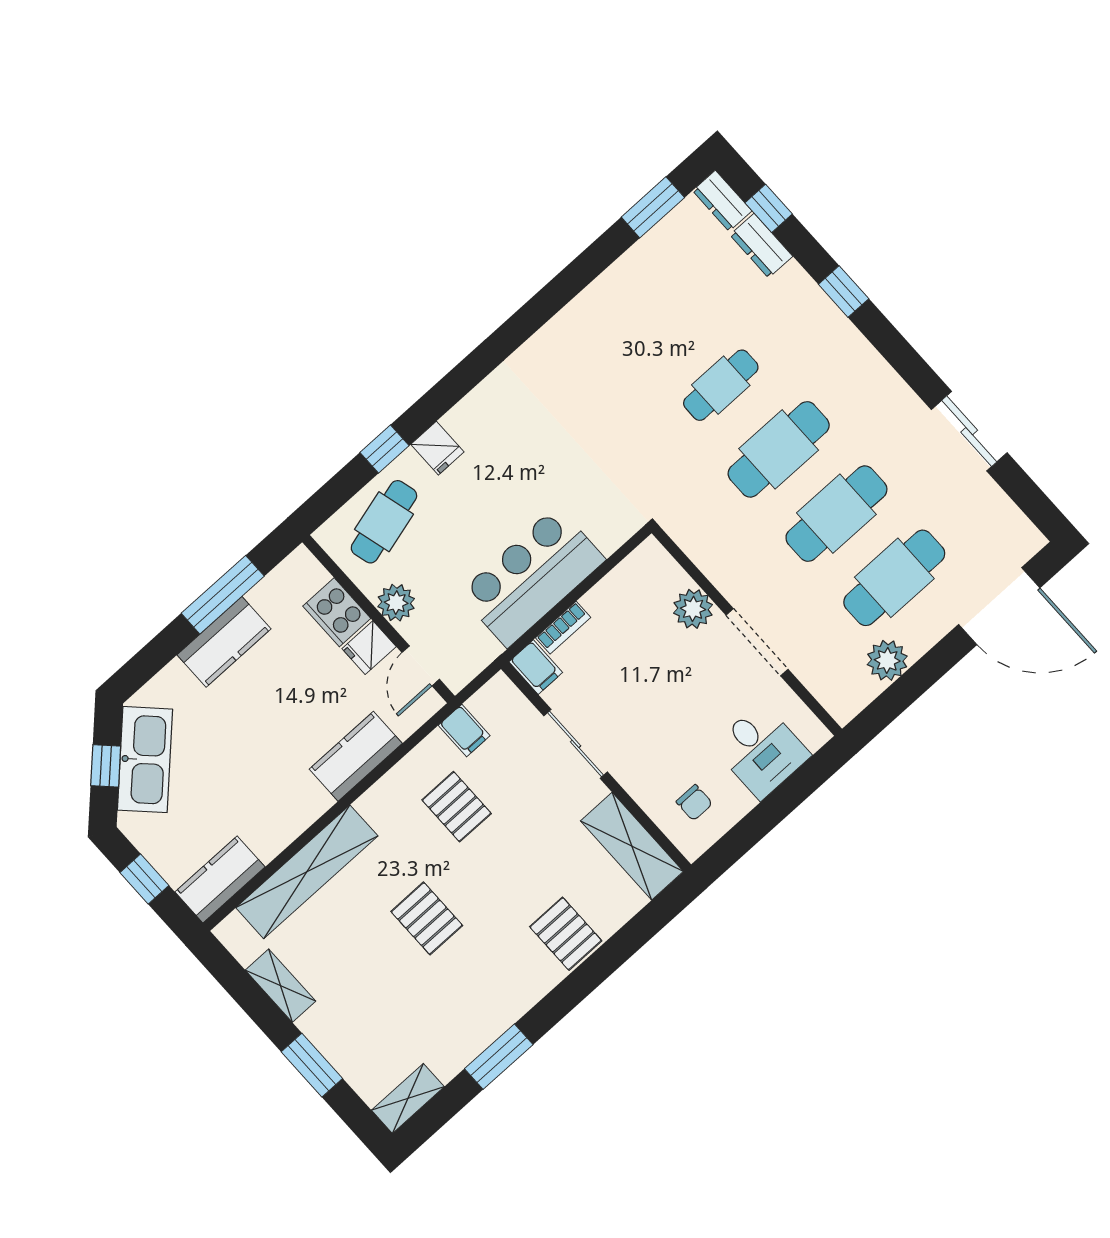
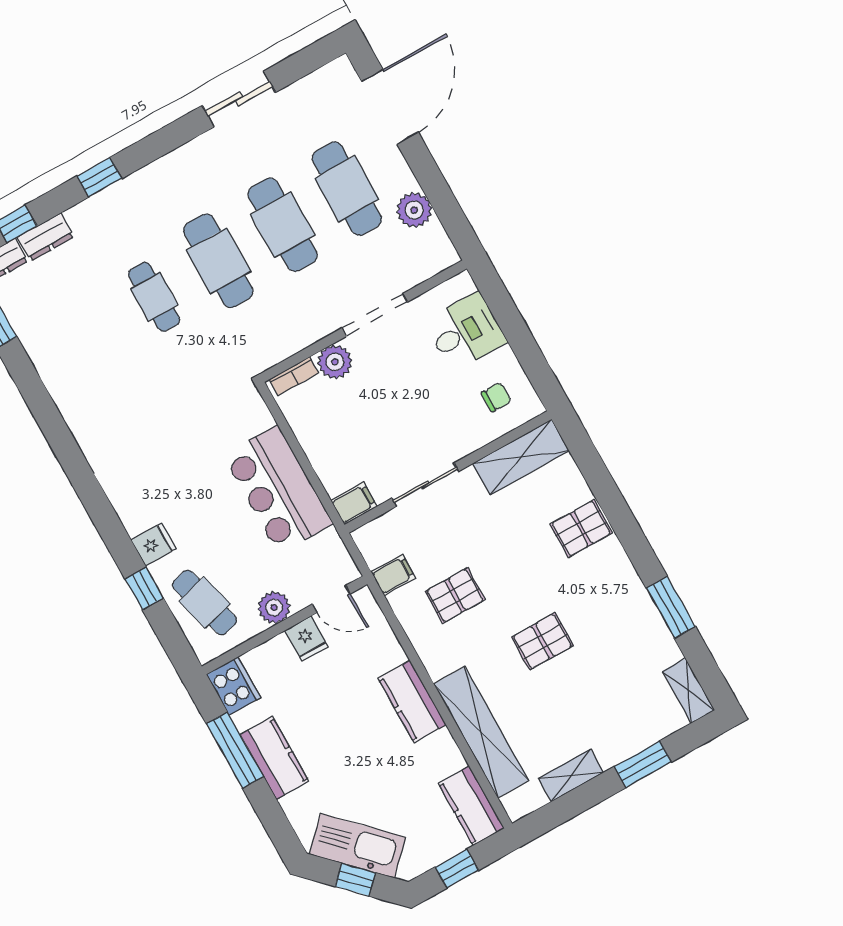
cooker: (337, 612) -> (233, 686), moved, turned -90
bookcase: (563, 628) -> (294, 376), moved, turned 90
kitchen counter: (356, 756) -> (412, 702), moved

